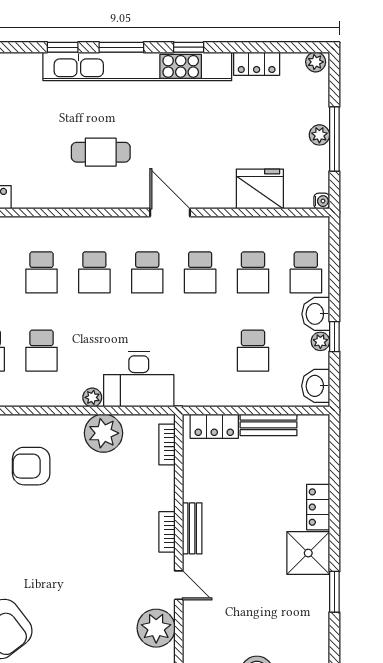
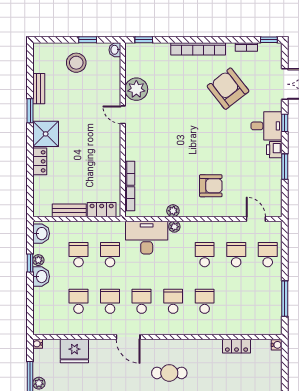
school desk: (306, 272) -> (110, 255), moved
plant: (103, 433) -> (173, 211), width x0.53, depth x0.53
bench: (192, 528) -> (39, 89), moved
bookcase: (167, 532) -> (130, 173), moved

